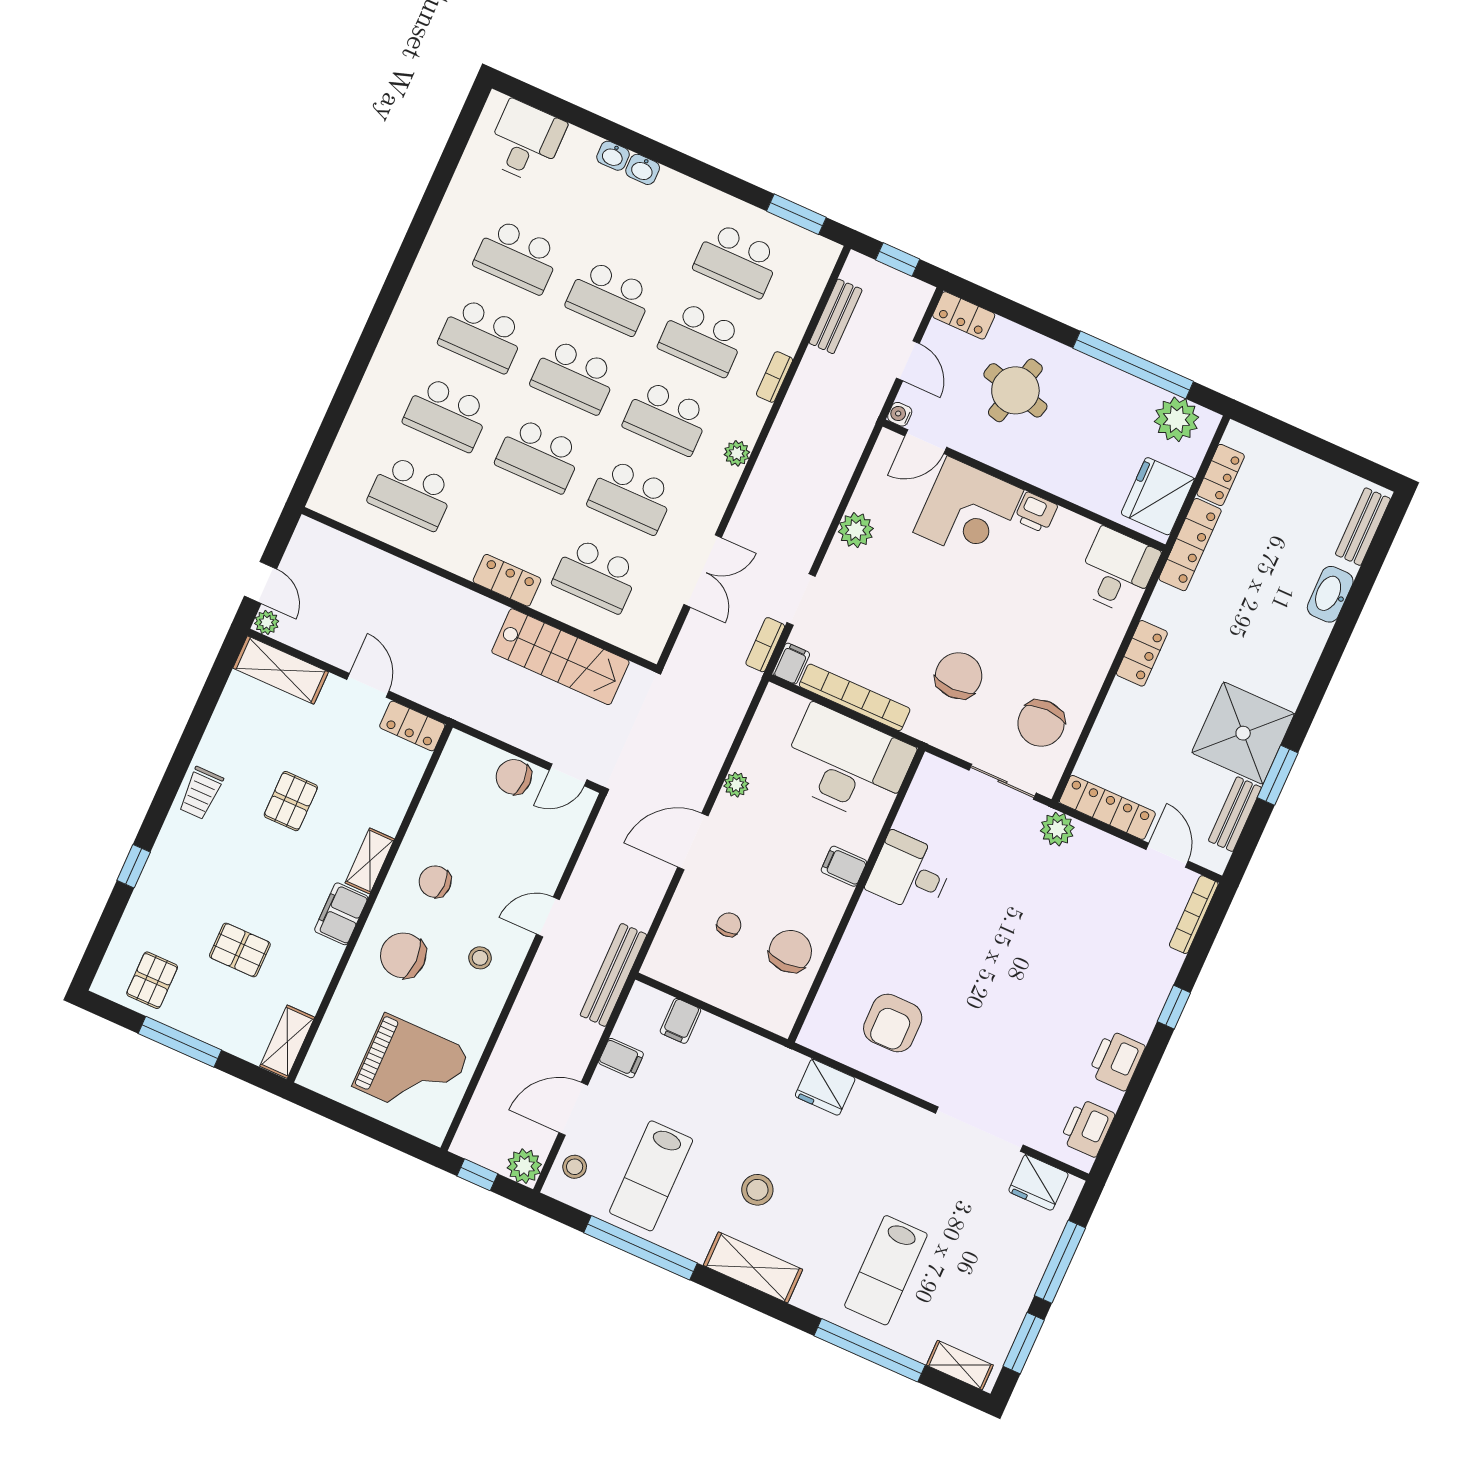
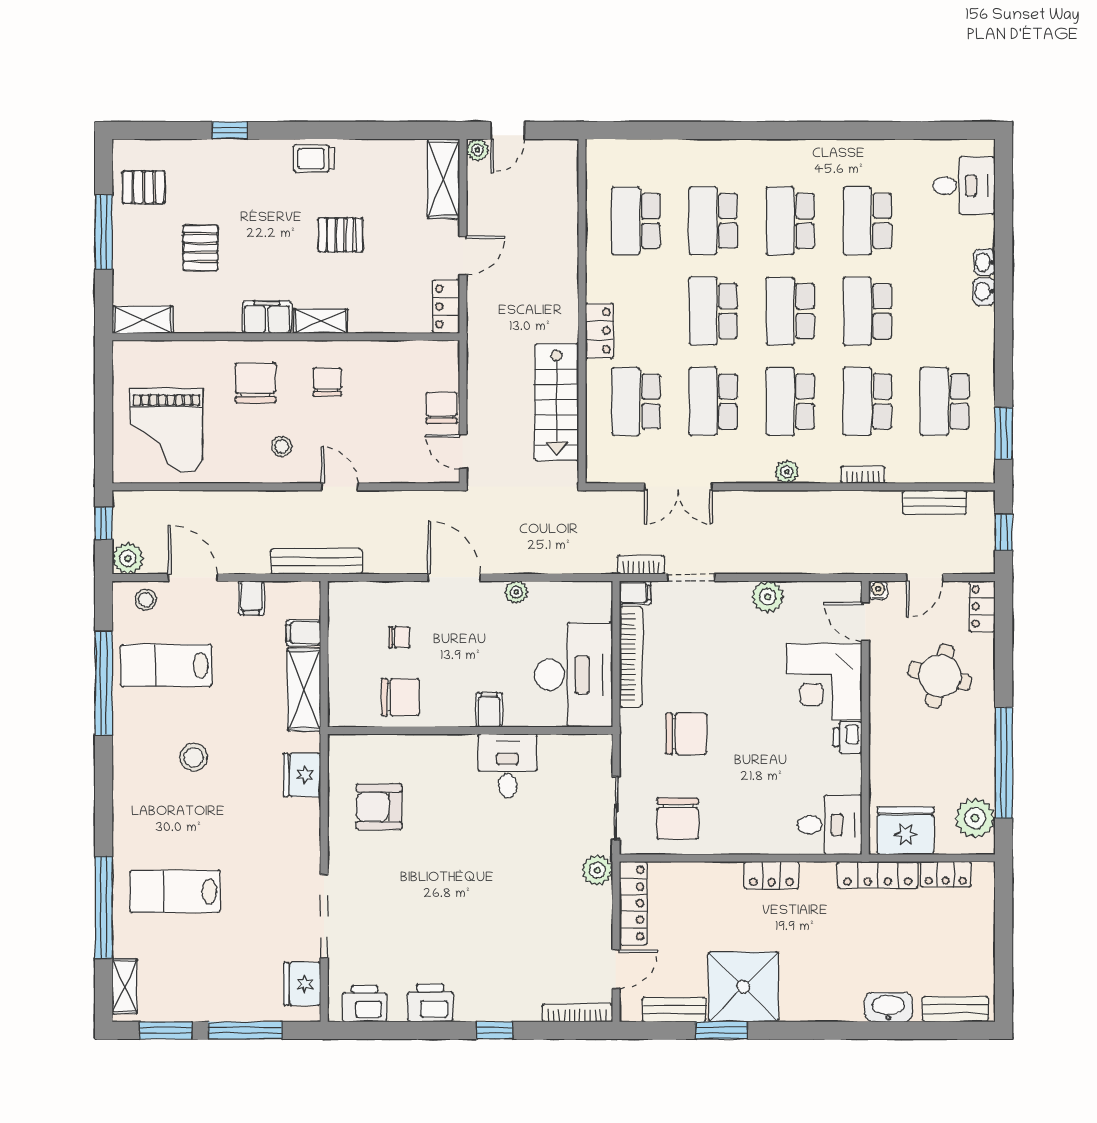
chair: (1041, 723) -> (678, 818), turned -90
shelving: (753, 1267) -> (304, 690), moved

